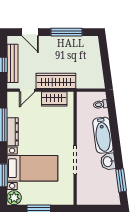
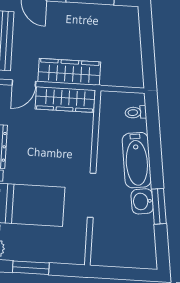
wardrobe: (54, 99) -> (65, 100), width x1.50
window: (121, 180) -> (159, 206), moved

